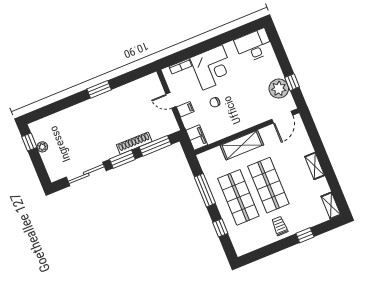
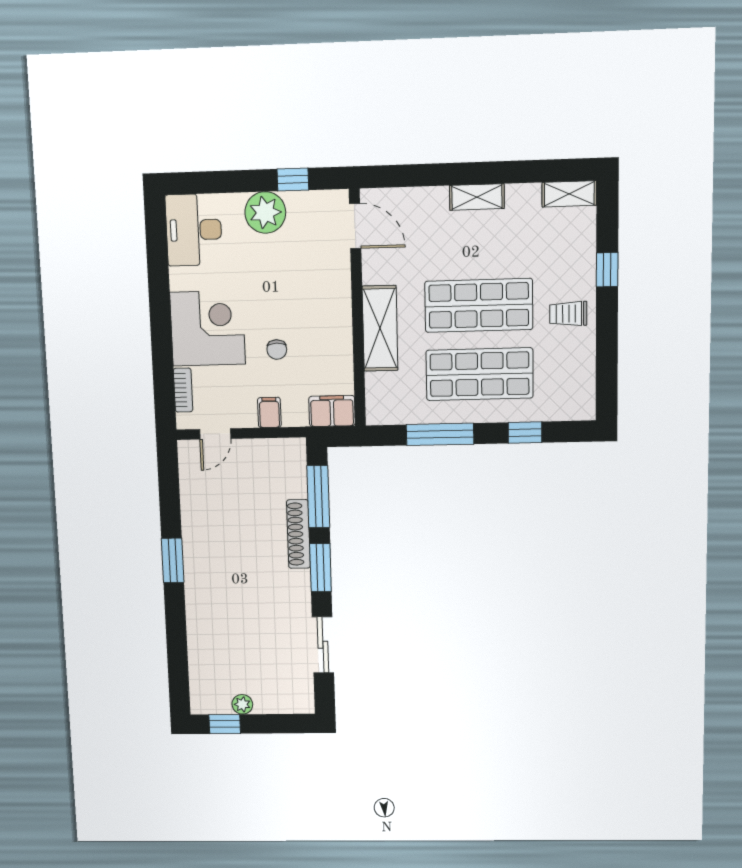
plant: (279, 89) -> (265, 212), moved
door: (171, 100) -> (215, 434), moved
sliding door: (86, 174) -> (323, 645), width x0.73

